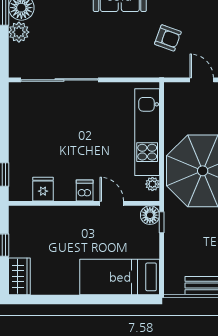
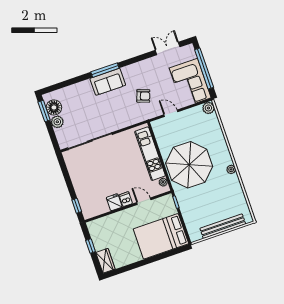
fridge: (43, 189) -> (114, 202), moved
floor lamp: (150, 215) -> (168, 200), removed
bed: (120, 277) -> (161, 236), width x1.50

